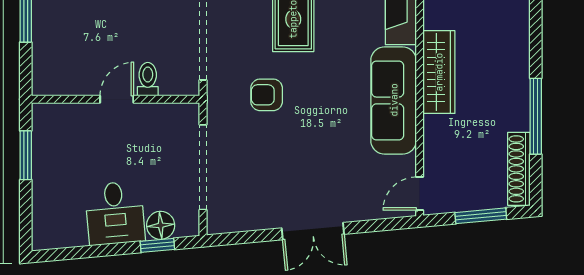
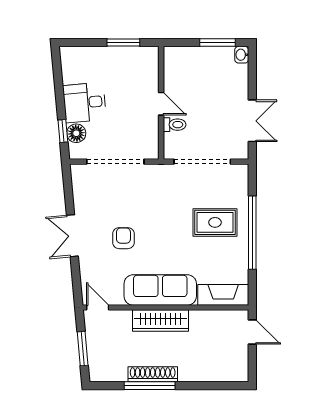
wardrobe: (439, 72) -> (161, 321), moved
armchair: (267, 95) -> (123, 238), moved
shoe rack: (519, 169) -> (153, 374), moved

